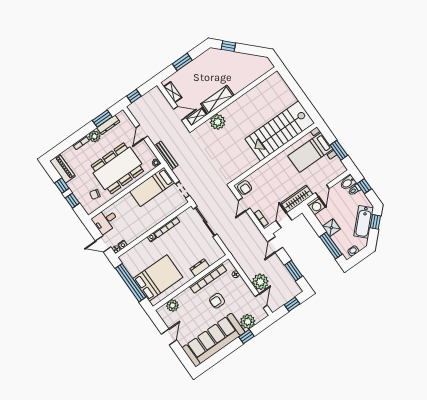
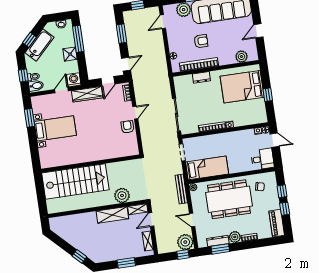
door: (180, 113) -> (151, 220), hinge flipped
stairs: (280, 131) -> (75, 181), moved
door: (142, 132) -> (192, 220), swing flipped
wall: (274, 154) -> (91, 164), moved
plant: (260, 282) -> (185, 242), moved
window: (131, 283) -> (268, 95), width x0.32

